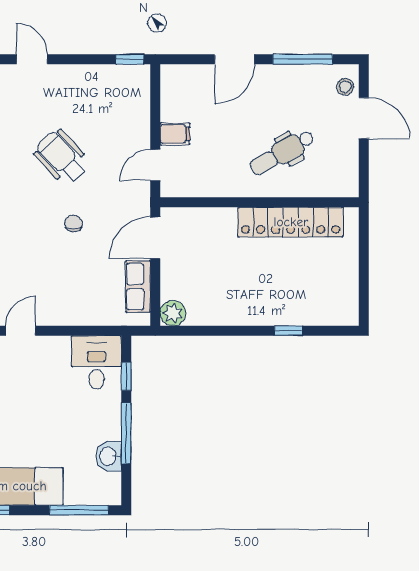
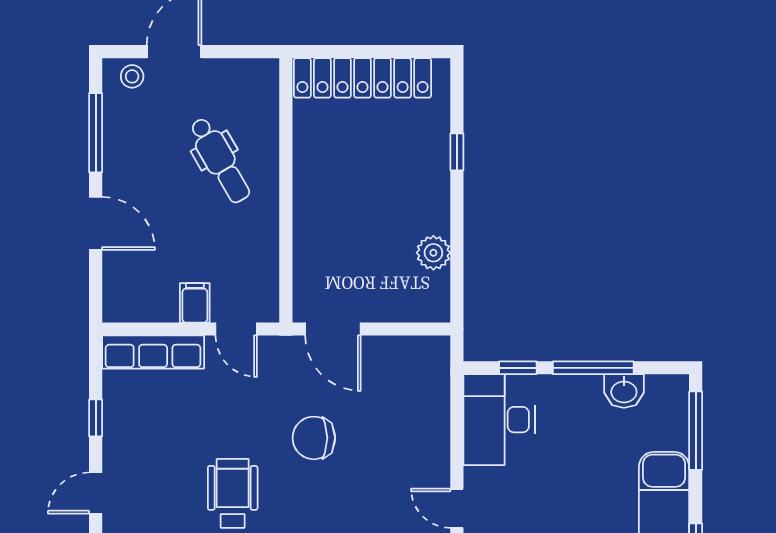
window: (130, 59) -> (96, 418), moved
wheelchair: (62, 157) -> (233, 493), moved, turned 133
locker: (291, 222) -> (363, 78), moved, turned 90
chair: (73, 223) -> (314, 438), width x1.87, depth x1.87
row of seats: (138, 287) -> (153, 352), moved, width x1.48
plant: (173, 313) -> (433, 253), moved
desk: (96, 362) -> (499, 420), width x1.37

